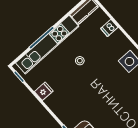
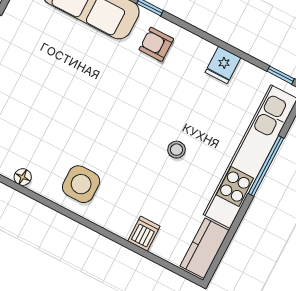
armchair: (71, 112) -> (156, 44), added

